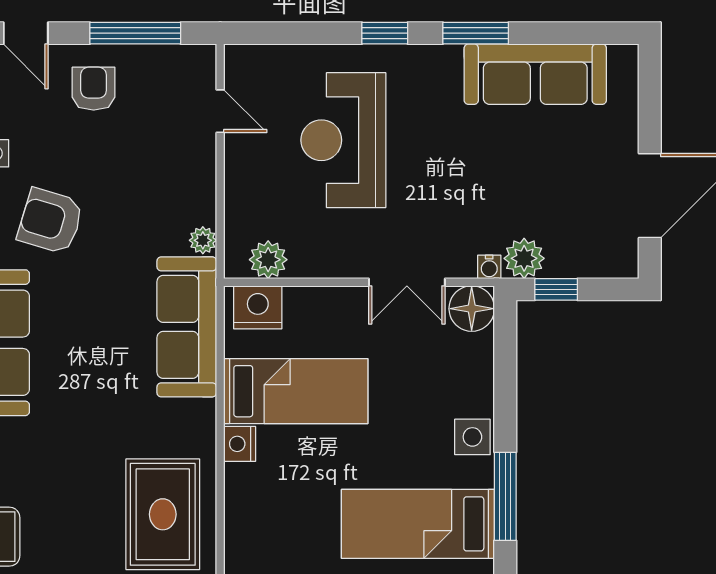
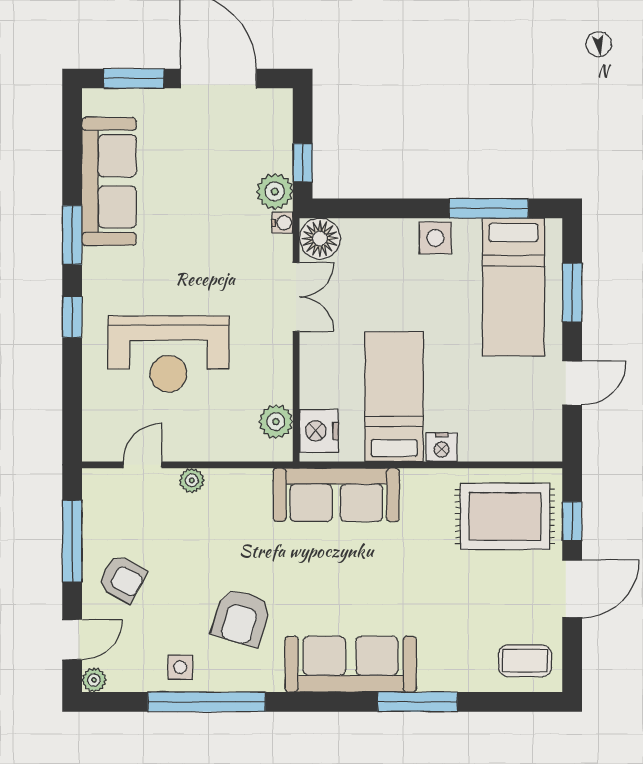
armchair: (94, 89) -> (122, 579), turned -151
window: (650, 102) -> (134, 79), added
plant: (203, 240) -> (192, 480), moved

